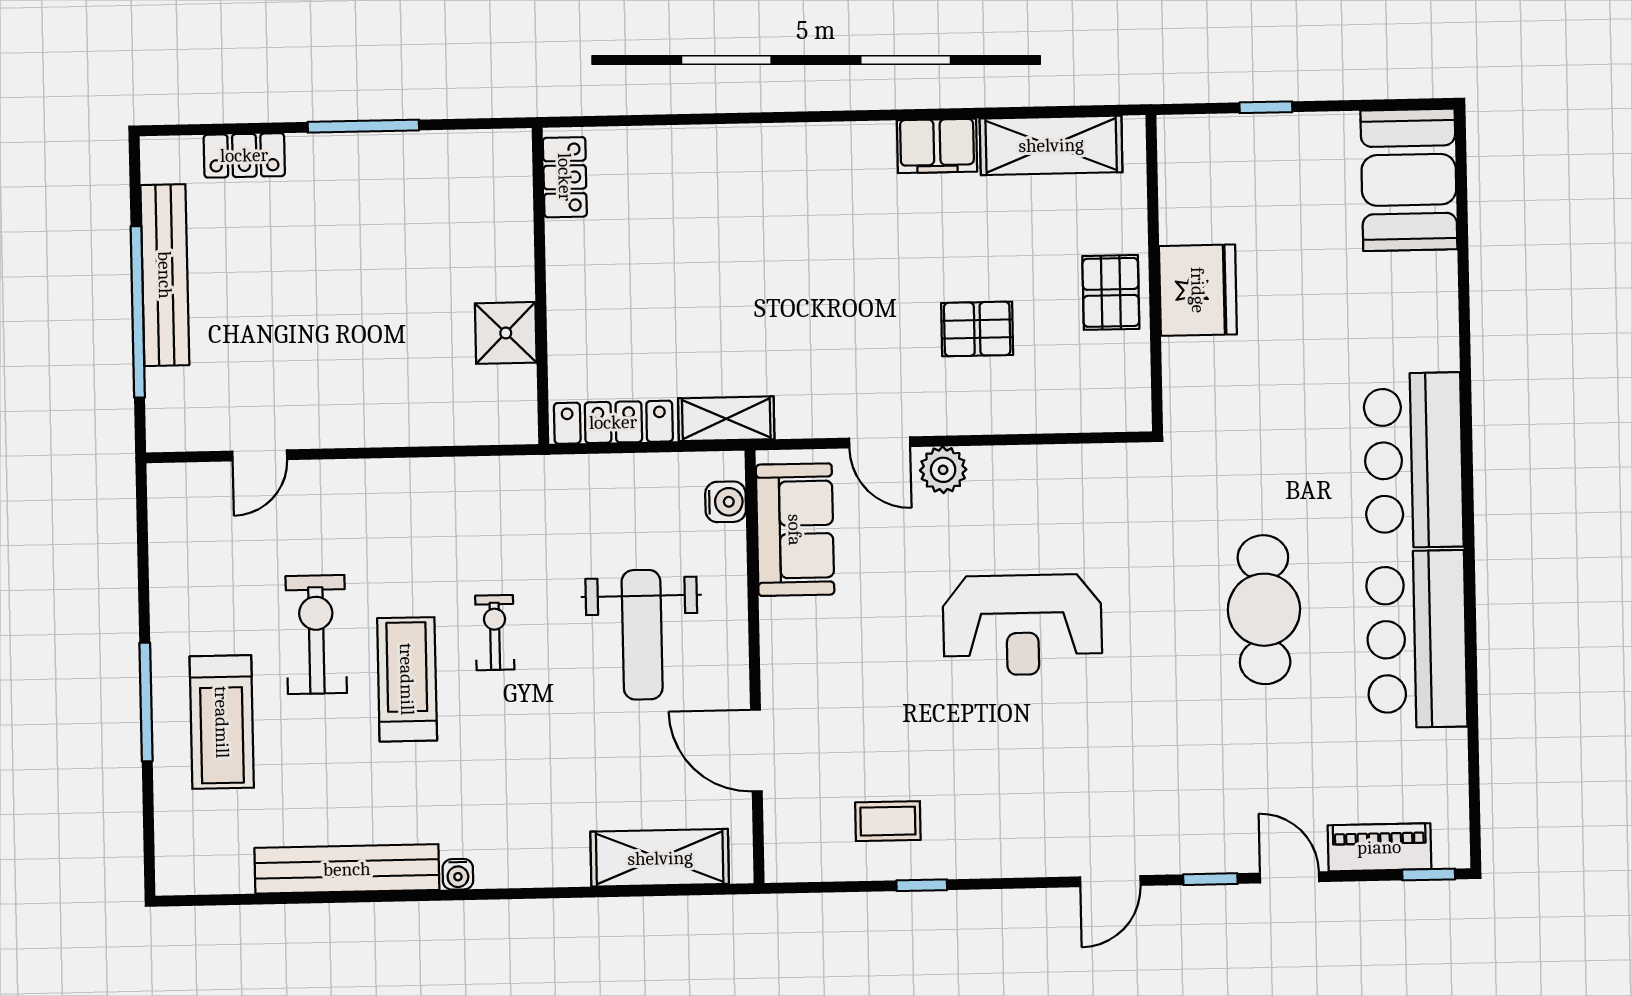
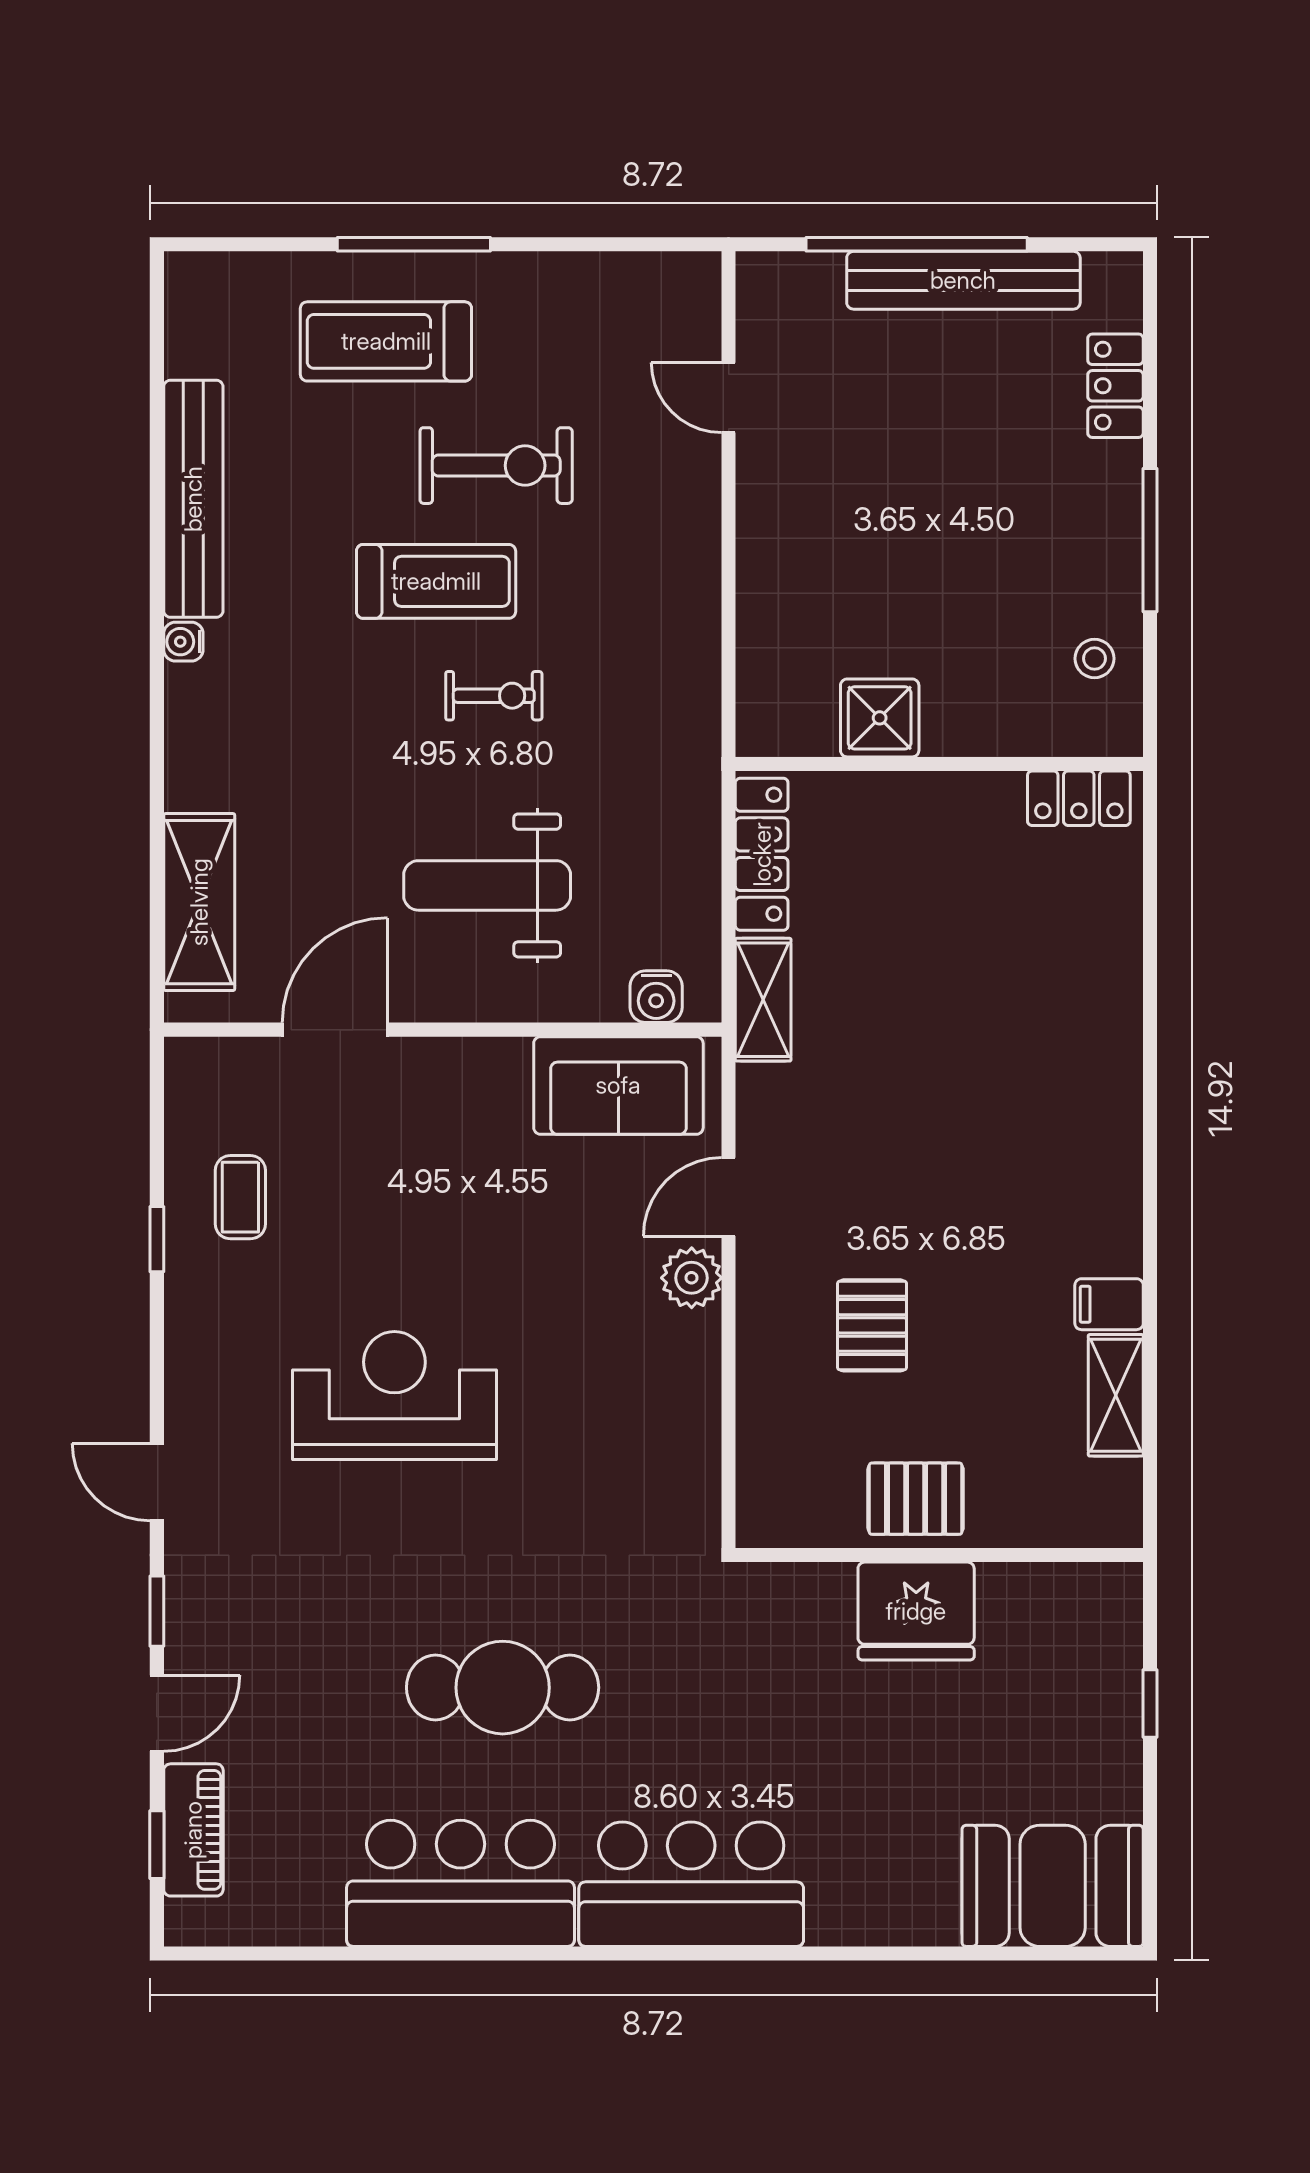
shelving: (1051, 145) -> (1116, 1395), width x0.67, depth x0.75
filing cabinet: (937, 146) -> (1109, 1304), width x0.50
stool: (456, 167) -> (1094, 659), added
reception desk: (1022, 625) -> (394, 1395), moved, turned 90
window: (1429, 875) -> (157, 1845), moved

